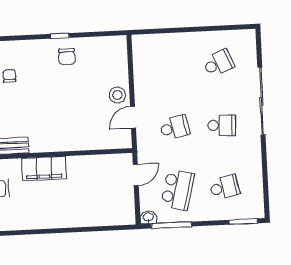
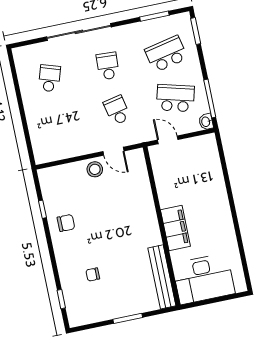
window: (60, 36) -> (42, 209), moved
school desk: (219, 63) -> (49, 78), turned 42
window: (265, 181) -> (154, 16), added
school desk: (225, 187) -> (166, 54), width x1.85

